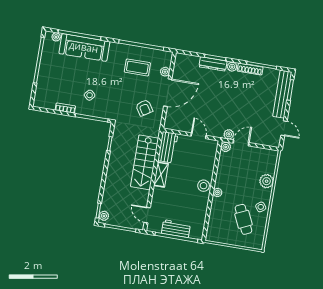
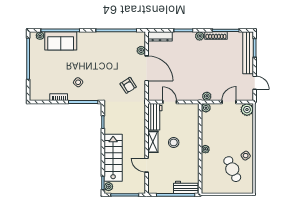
sofa: (84, 47) -> (61, 41), width x0.73
dresser: (213, 64) -> (160, 36), moved
coffee table: (137, 67) -> (116, 51), removed
door: (168, 93) -> (147, 68), hinge flipped
door: (199, 136) -> (170, 102), moved
door: (241, 143) -> (229, 102), moved
stairs: (145, 162) -> (113, 158), moved, turned 180
plant: (267, 181) -> (247, 110), moved
stool: (204, 186) -> (174, 142), moved
door: (147, 215) -> (147, 165), moved
workbench: (176, 229) -> (186, 187), moved

